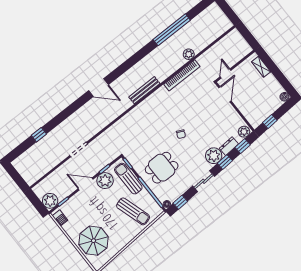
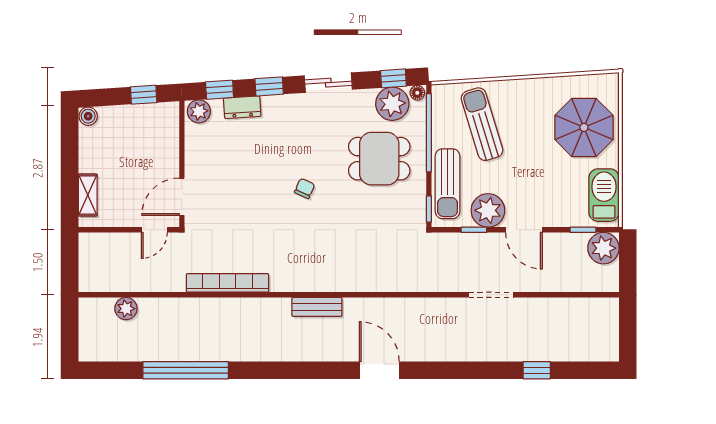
plant: (189, 54) -> (126, 309), moved
bench: (144, 90) -> (317, 307), width x0.73
plant: (214, 156) -> (392, 104), moved
barbecue: (60, 218) -> (604, 195), width x1.88, depth x1.53

